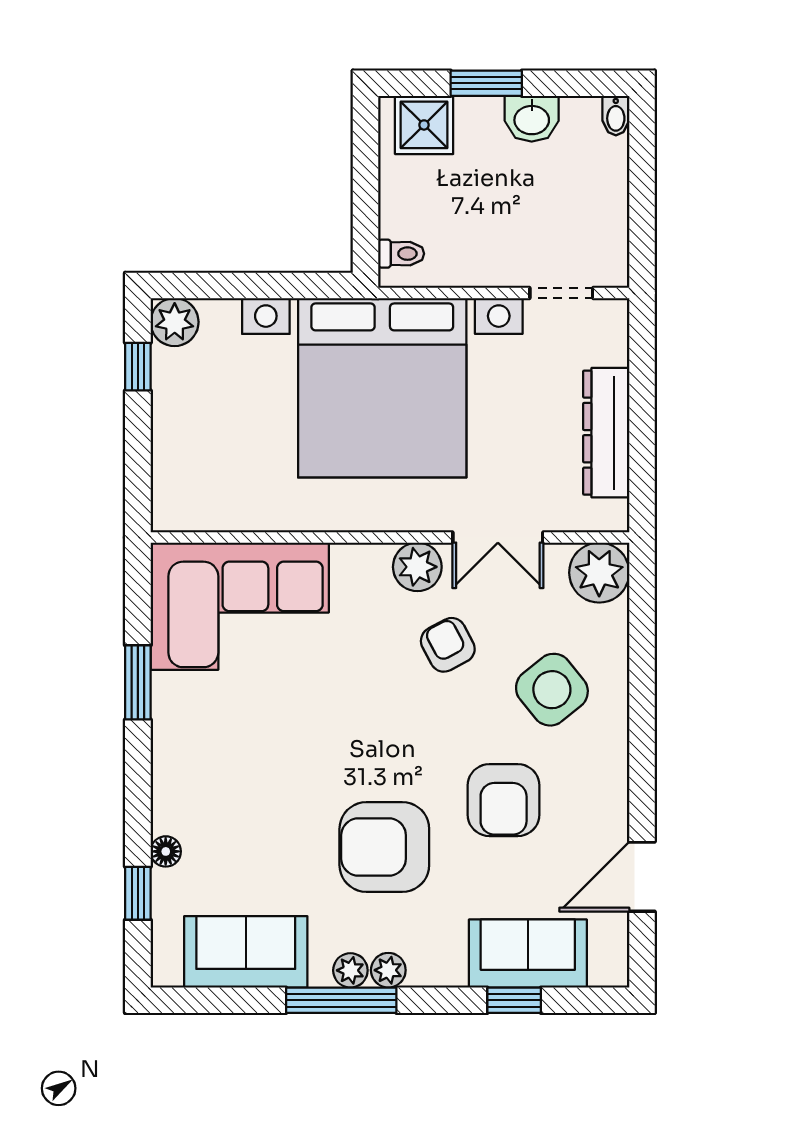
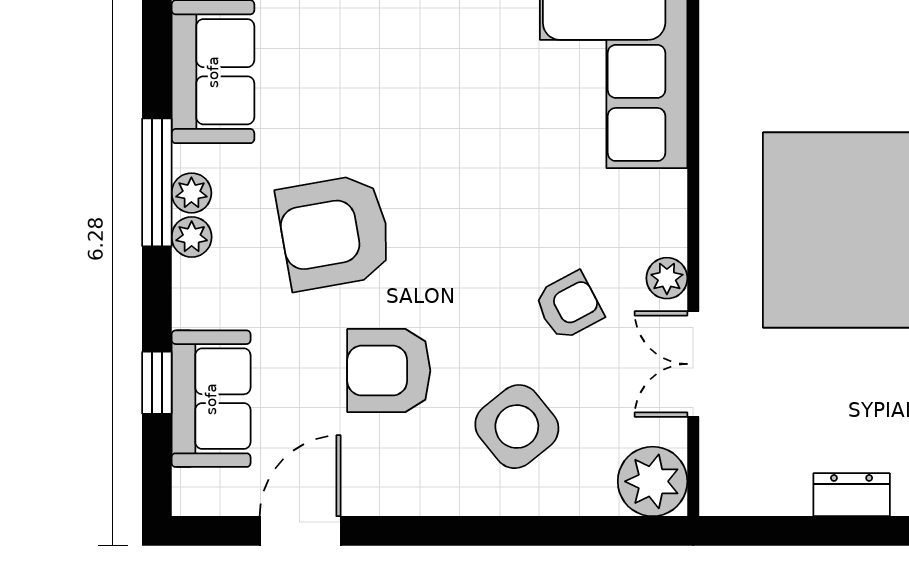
dresser: (606, 433) -> (852, 495), width x0.51, depth x0.80
plant: (417, 567) -> (667, 278), width x0.73, depth x0.73
armchair: (384, 847) -> (334, 232), turned -100
door: (642, 877) -> (300, 531), hinge flipped

